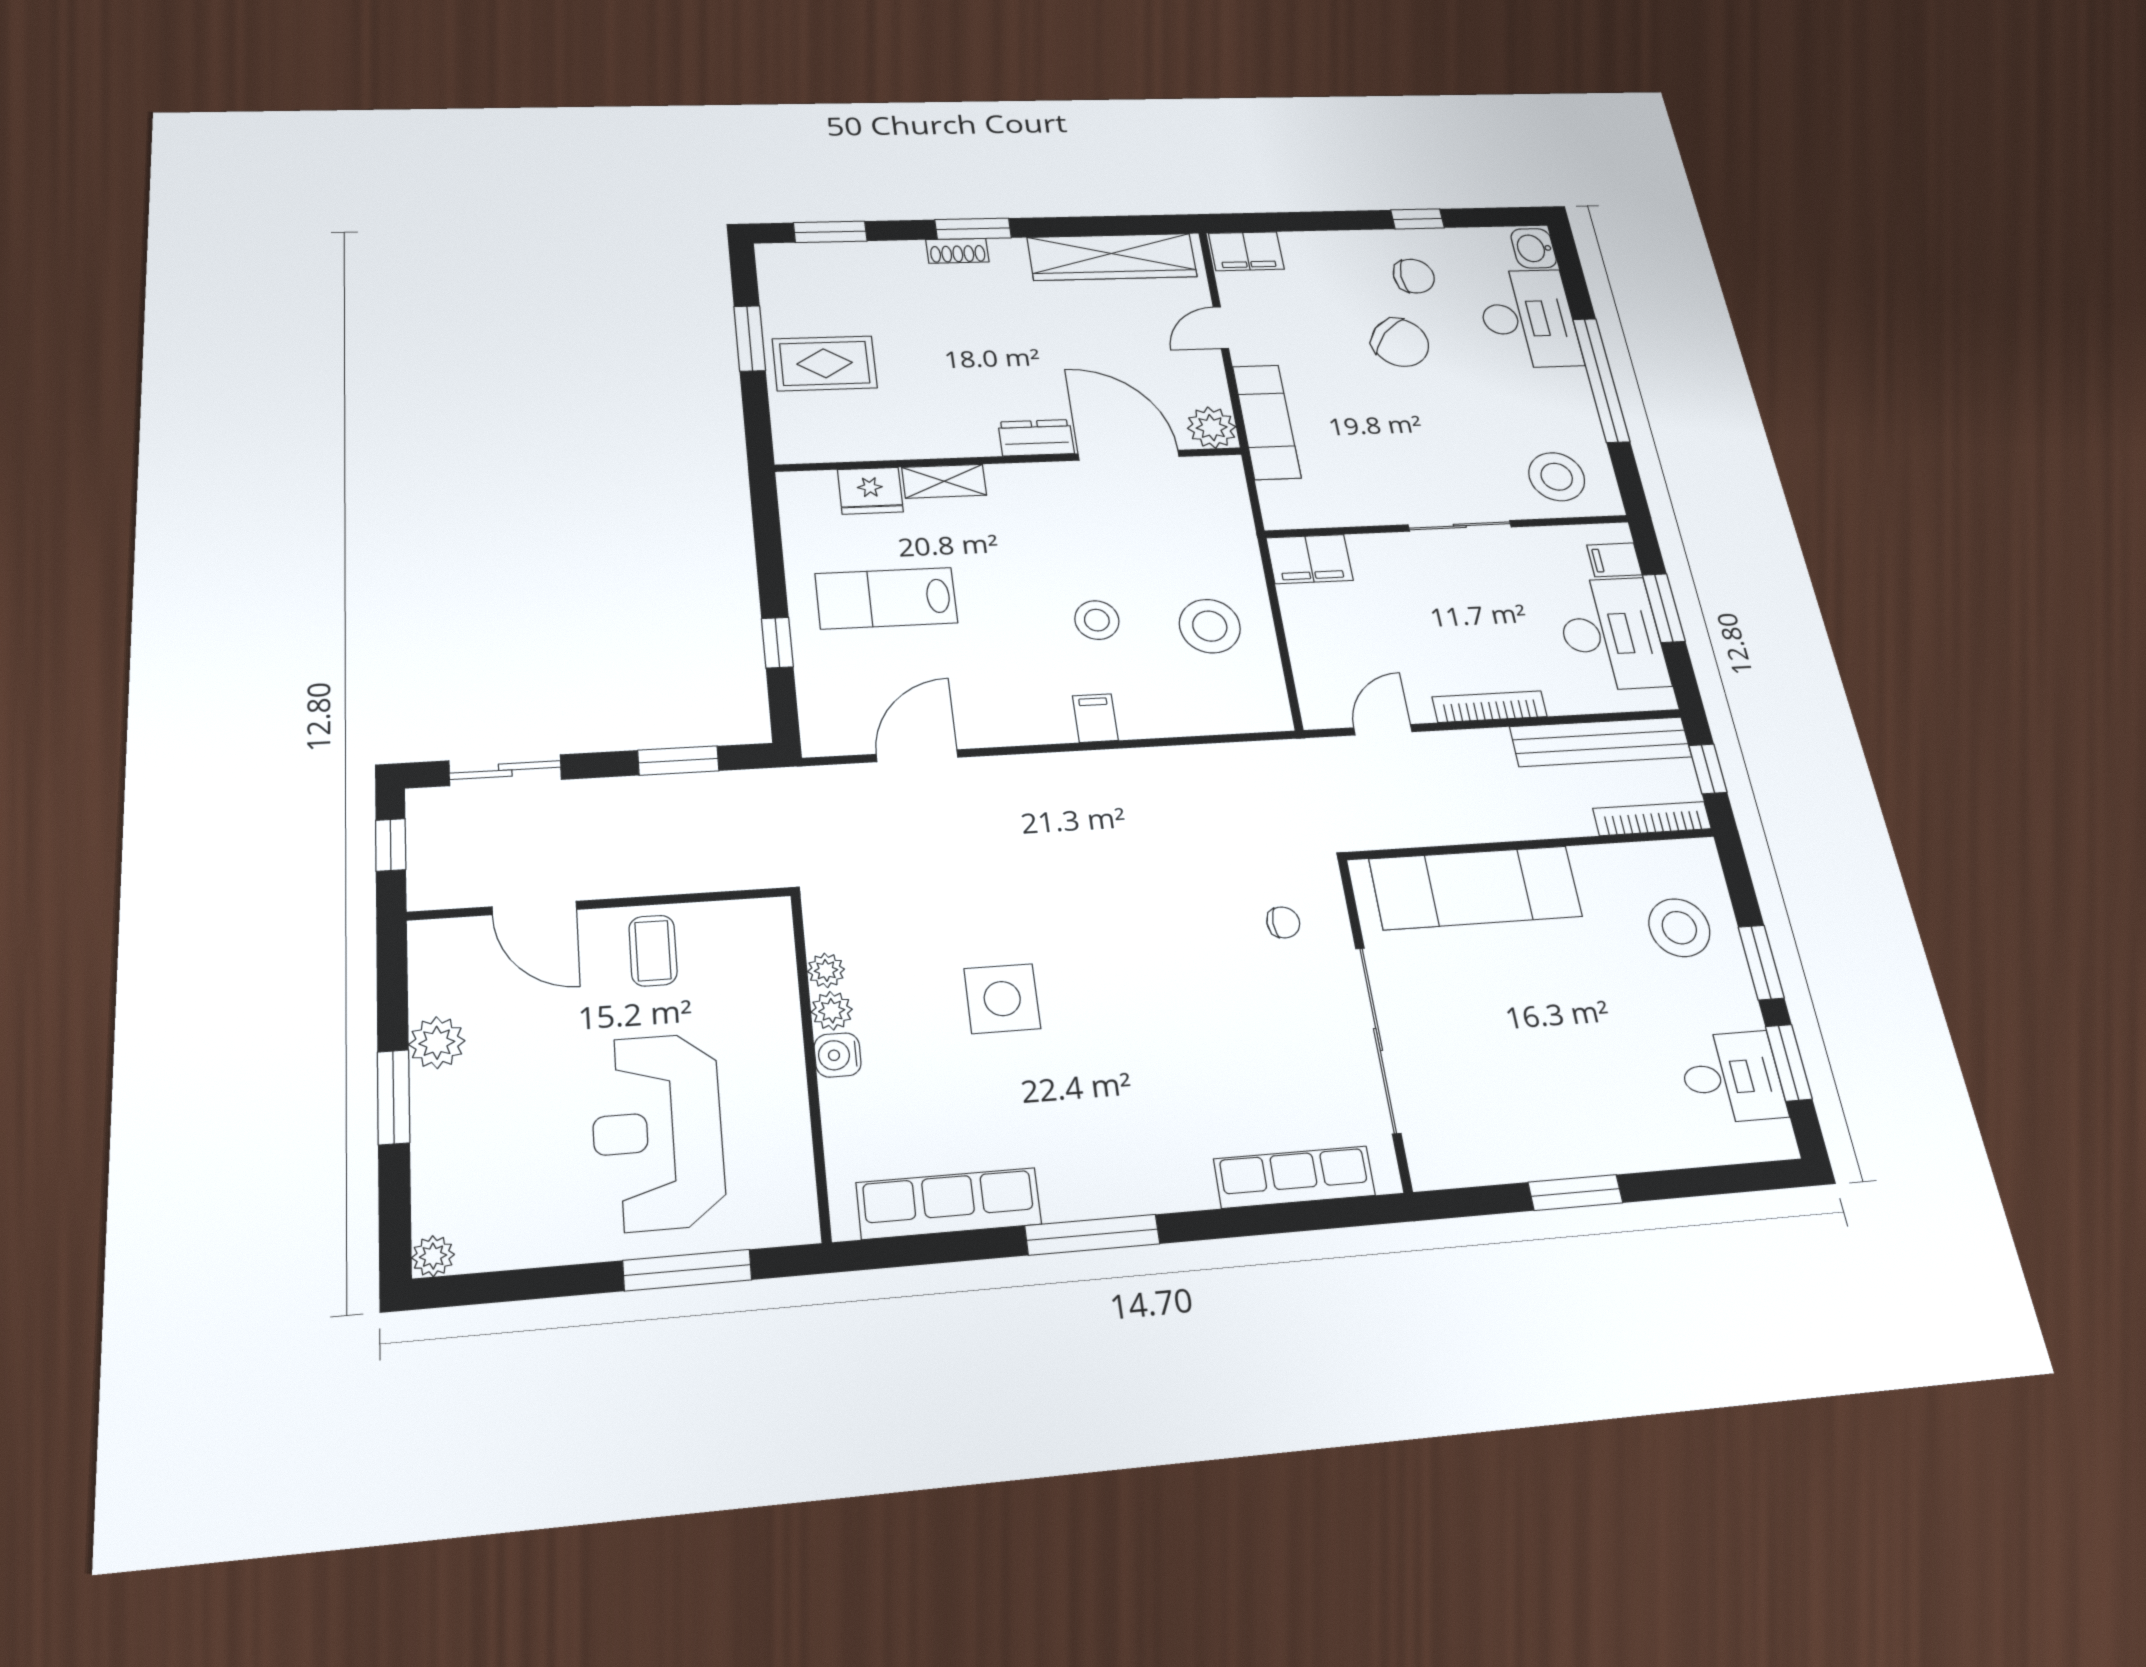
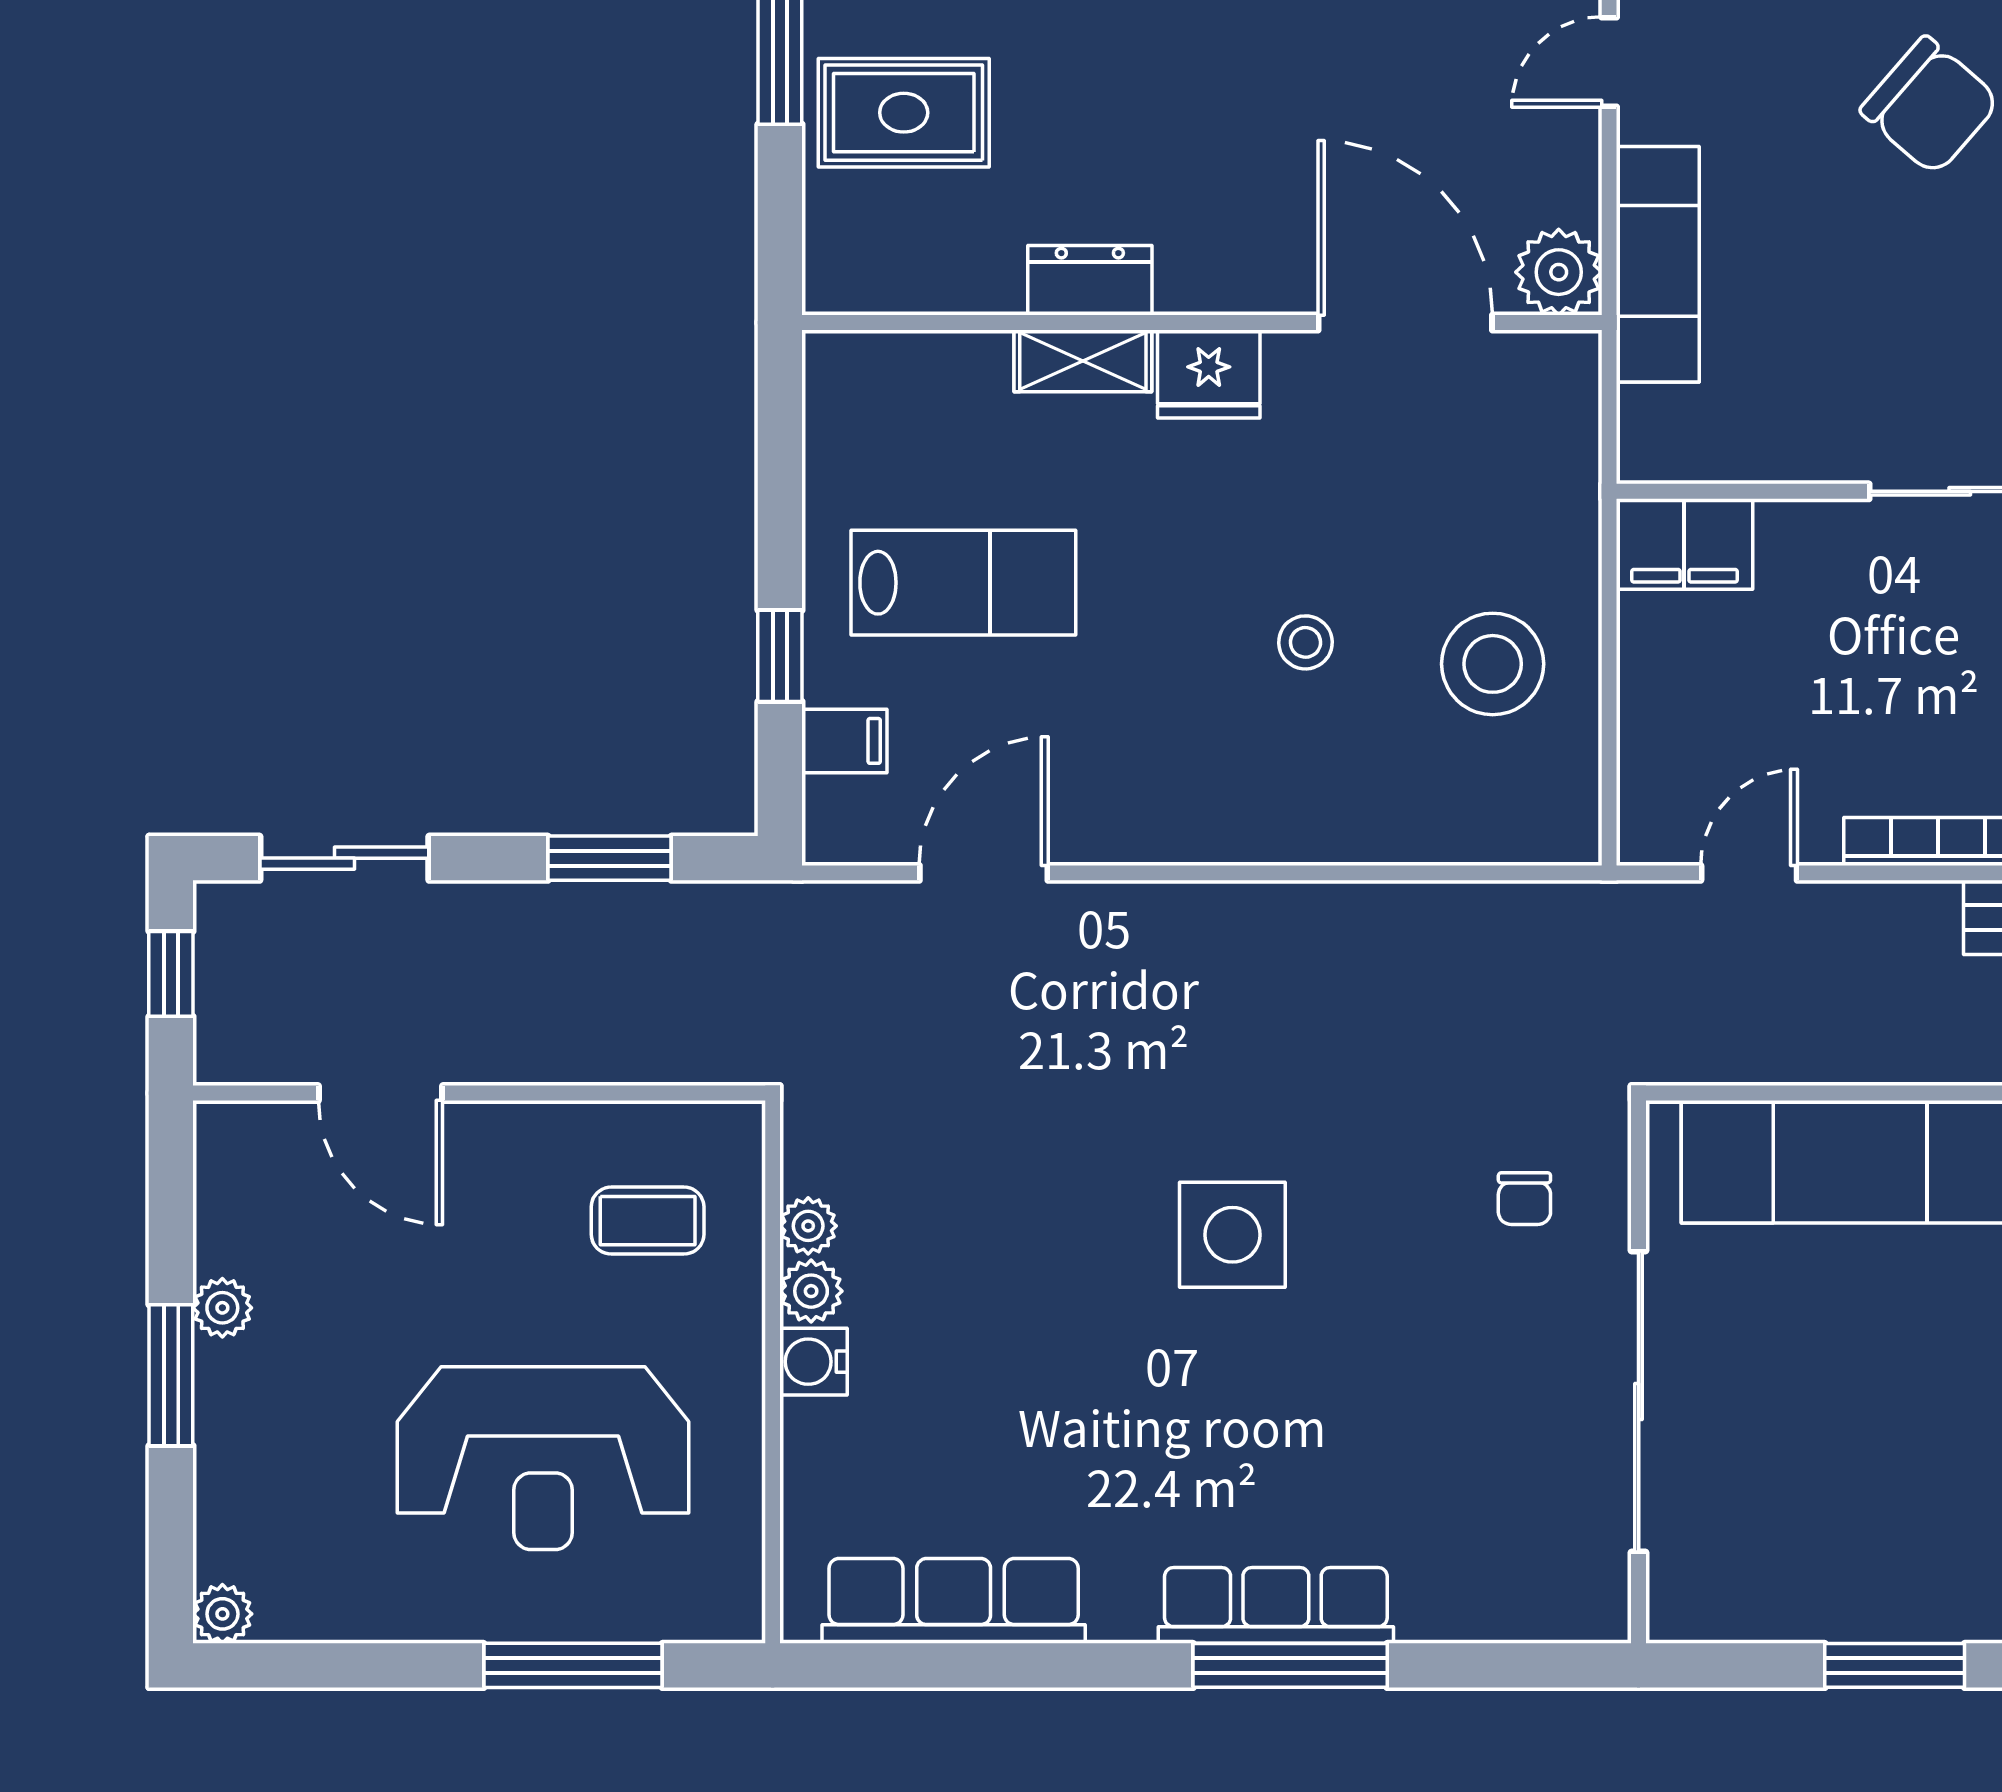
dresser: (1036, 438) -> (1090, 280), moved
fridge: (870, 491) -> (1209, 374), moved
lab bench: (886, 598) -> (963, 583), turned 180
stool: (1097, 620) -> (1305, 642), width x0.73, depth x0.73
filing cabinet: (1095, 718) -> (844, 741), moved, turned 90
chair: (1283, 922) -> (1524, 1199), turned 90
coffee table: (653, 951) -> (648, 1221), moved, turned 90
side table: (1002, 999) -> (1232, 1235), moved
plant: (437, 1043) -> (222, 1308), width x0.73, depth x0.73
reception desk: (657, 1132) -> (543, 1458), turned -90
row of seats: (1294, 1177) -> (1276, 1605), moved
window: (1092, 1235) -> (1290, 1665), moved

